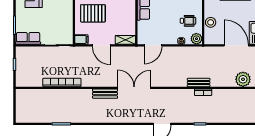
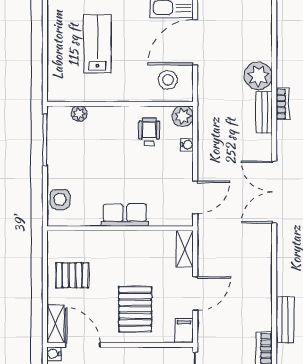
stool: (211, 22) -> (168, 80), moved
door: (153, 45) -> (195, 197), hinge flipped
plant: (243, 79) -> (258, 76), moved
double door: (134, 88) -> (274, 192), moved
bench: (105, 94) -> (285, 320), moved

